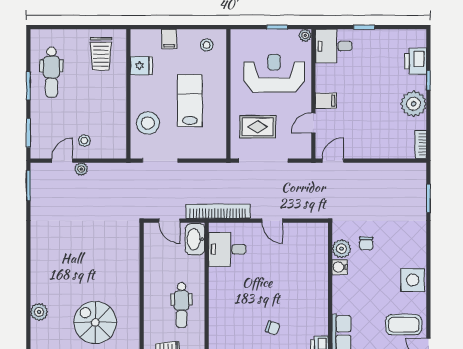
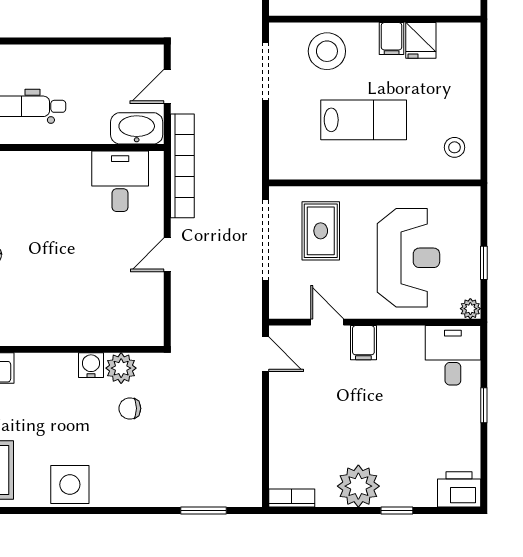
filing cabinet: (169, 39) -> (392, 39), moved, turned -90
printer: (416, 61) -> (459, 489), moved

